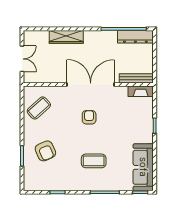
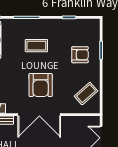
armchair: (89, 117) -> (41, 85), width x1.88, depth x1.88
armchair: (45, 151) -> (80, 55), turned 114

